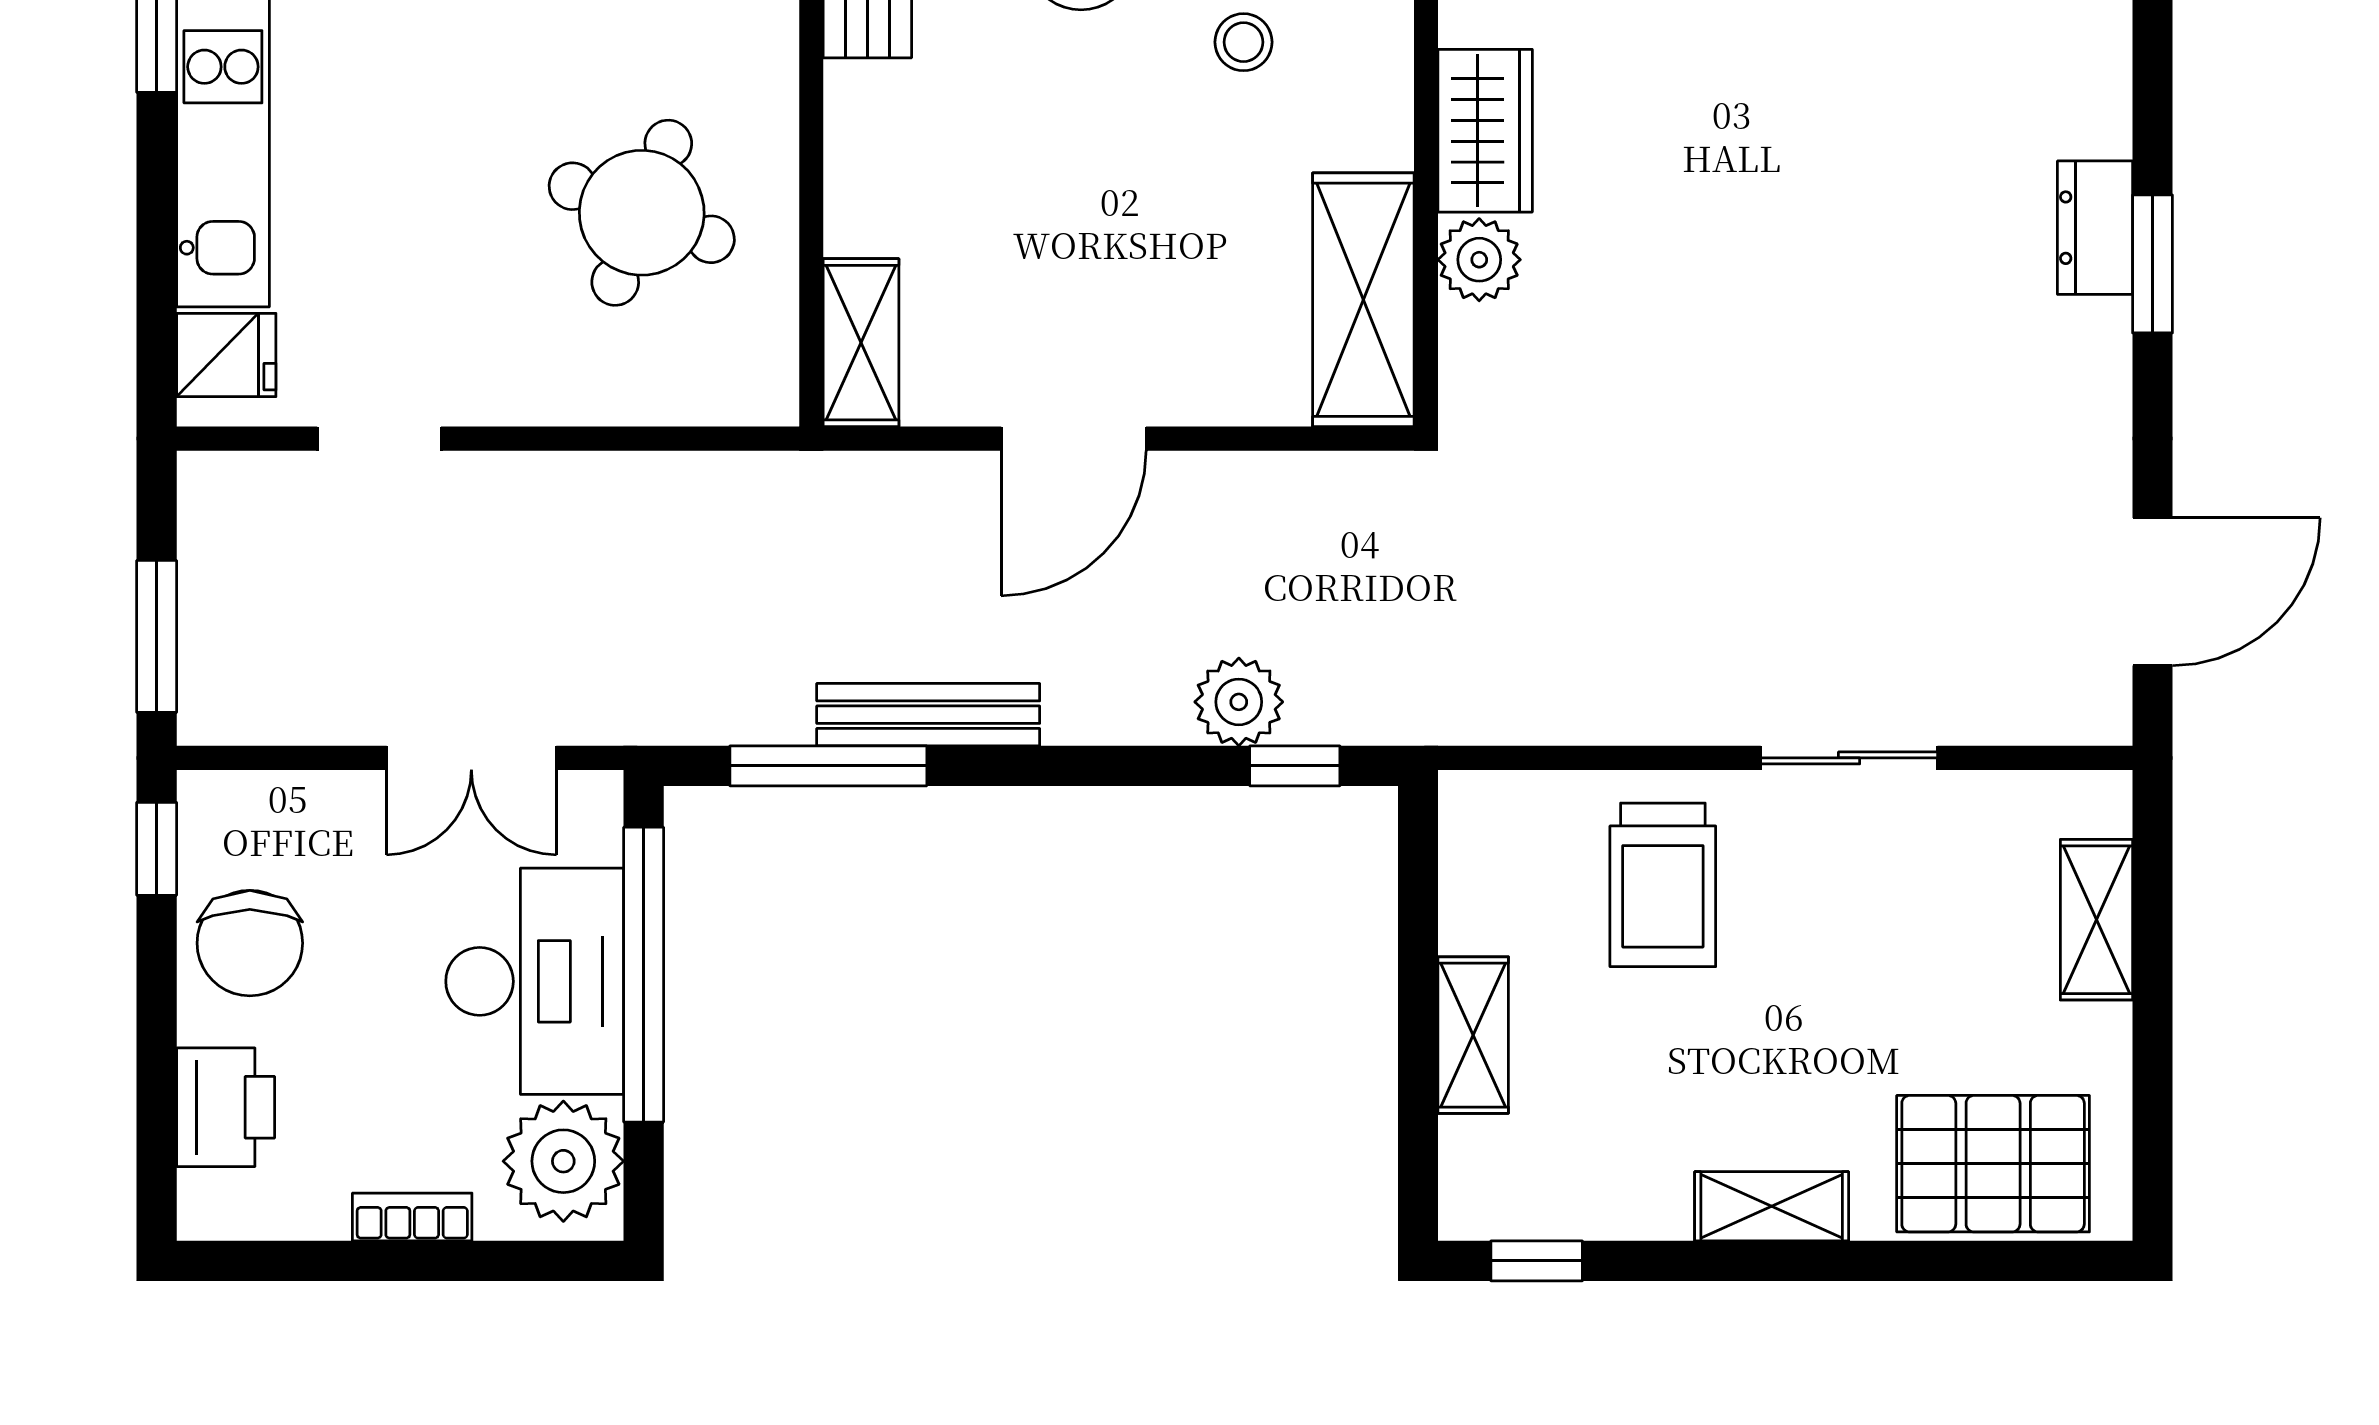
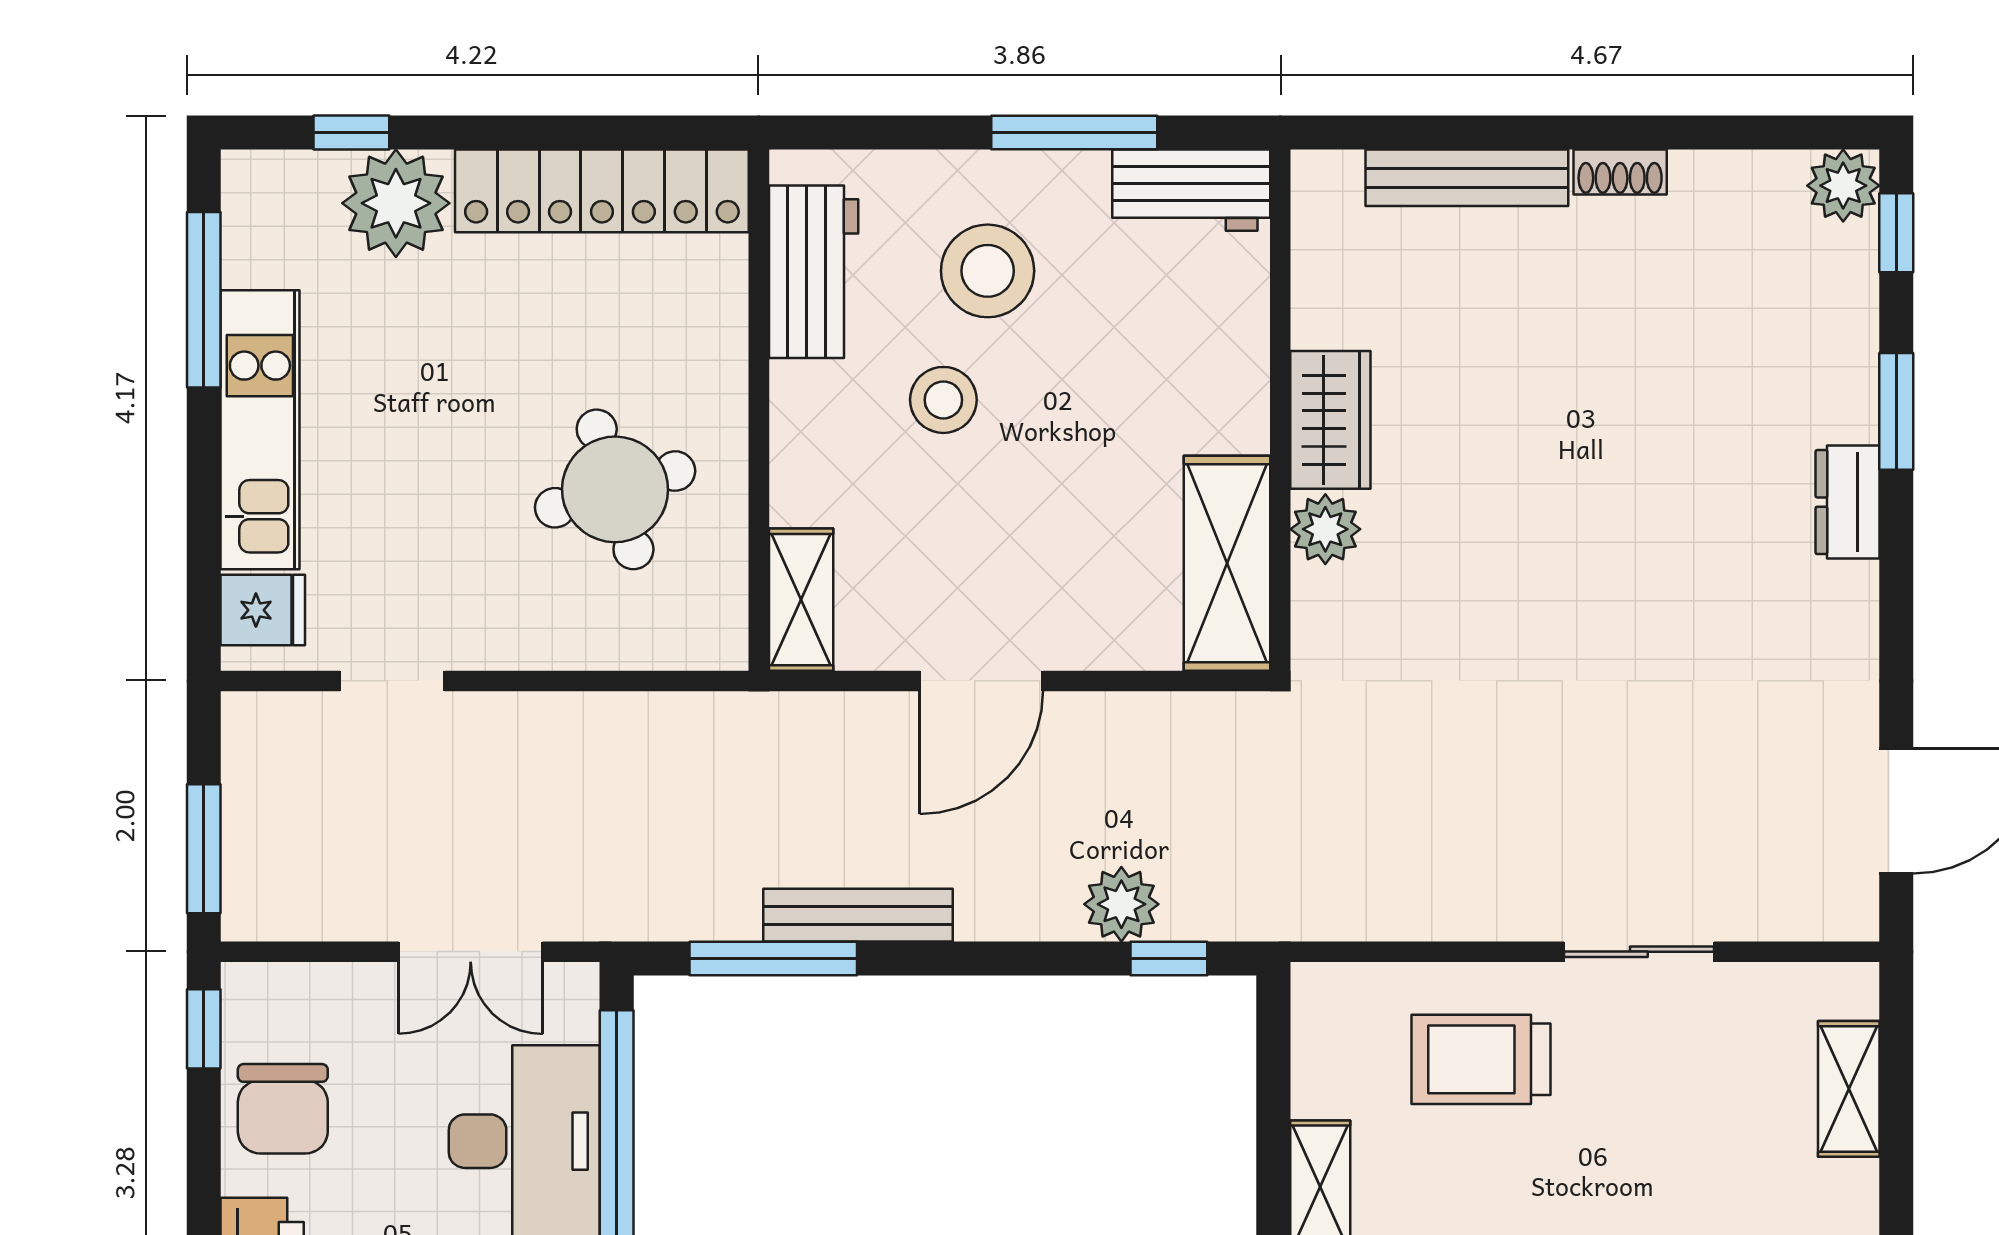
stool: (1244, 42) -> (943, 400), moved, width x1.37, depth x1.37
round table: (642, 213) -> (615, 489), turned -38
window: (2153, 264) -> (1896, 411), moved
trolley: (1663, 885) -> (1481, 1059), turned 90

